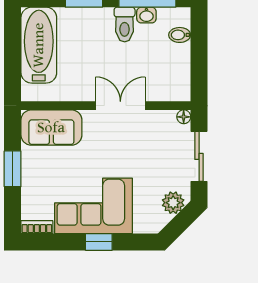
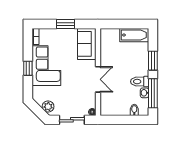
bathtub: (39, 45) -> (134, 35), width x0.73, depth x0.73

